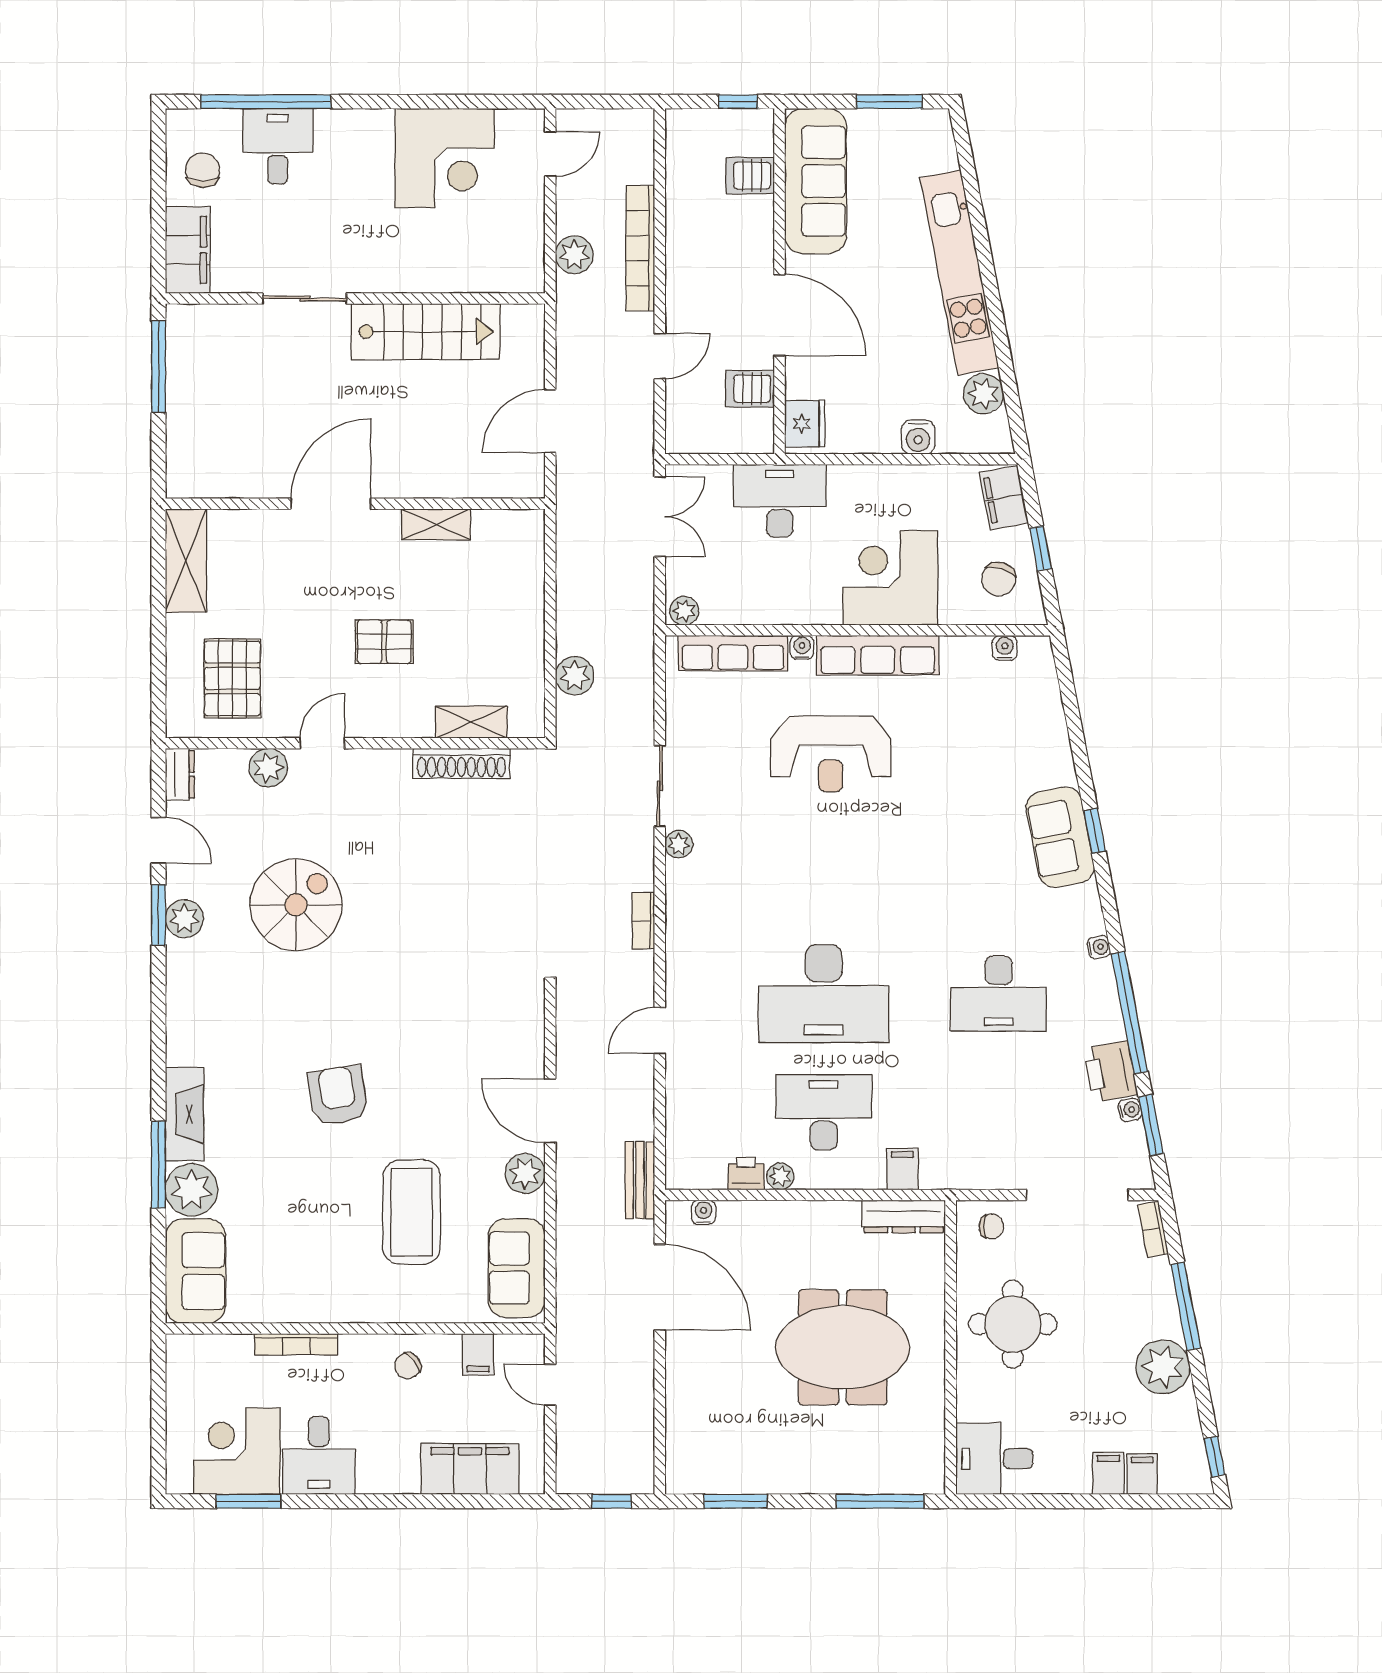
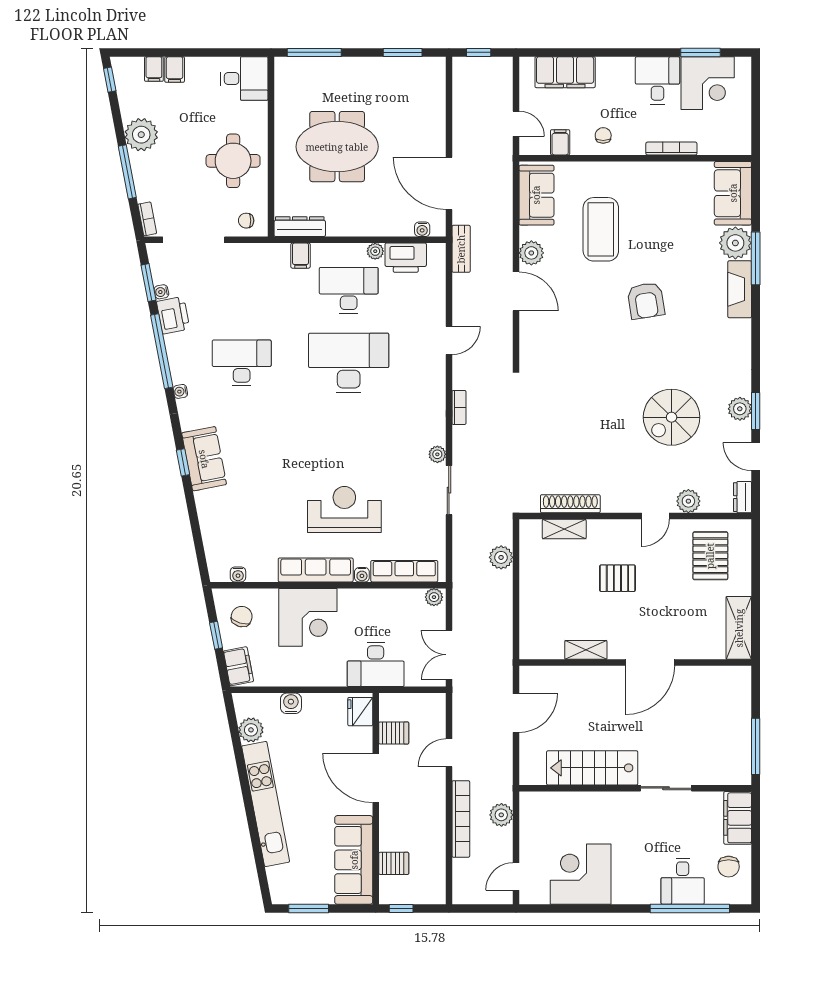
desk: (824, 1112) -> (349, 290), turned 180
printer: (746, 1174) -> (406, 258), width x1.87, depth x1.48
chair: (408, 1366) -> (603, 135), turned -51

